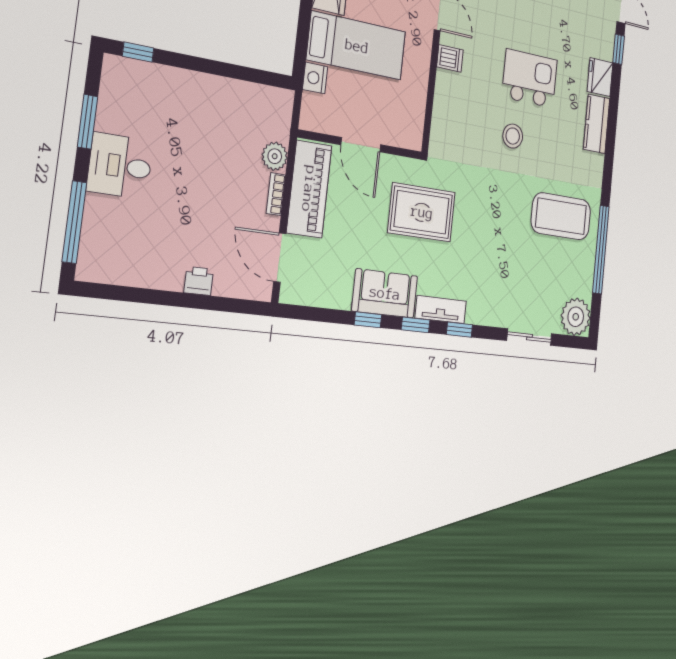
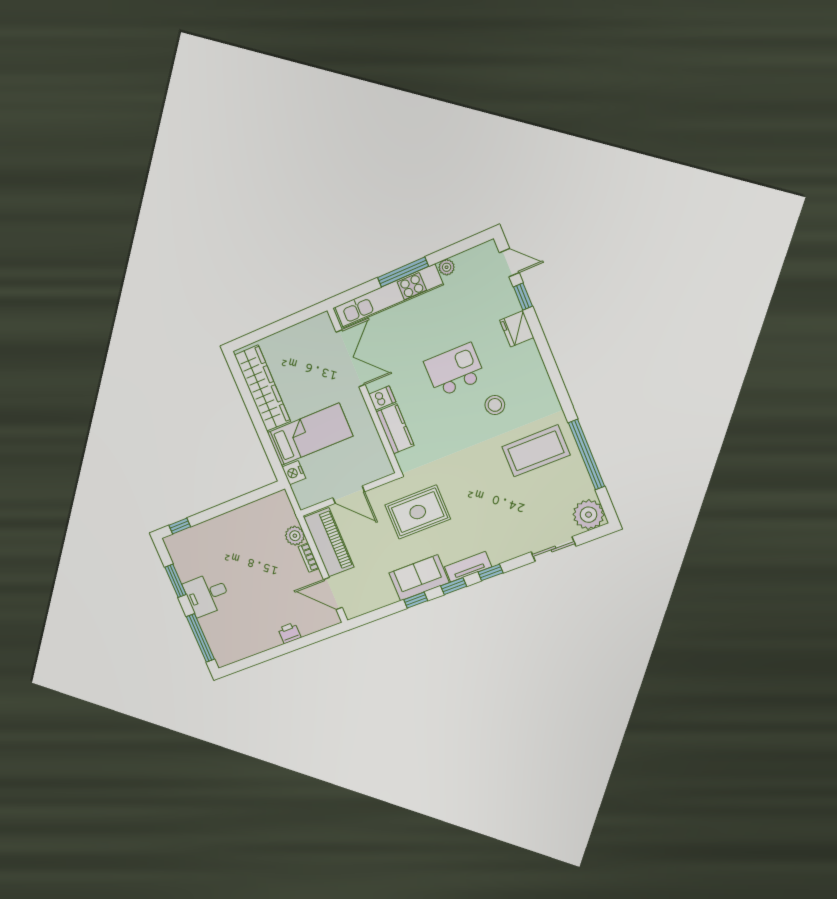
kitchen counter: (597, 124) -> (395, 429), moved, turned 180
stool: (513, 136) -> (495, 405), moved

